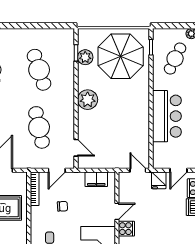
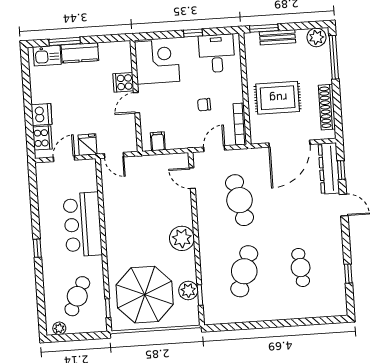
cafe table: (39, 70) -> (244, 271), turned 36
filing cabinet: (96, 179) -> (158, 141), width x0.50

